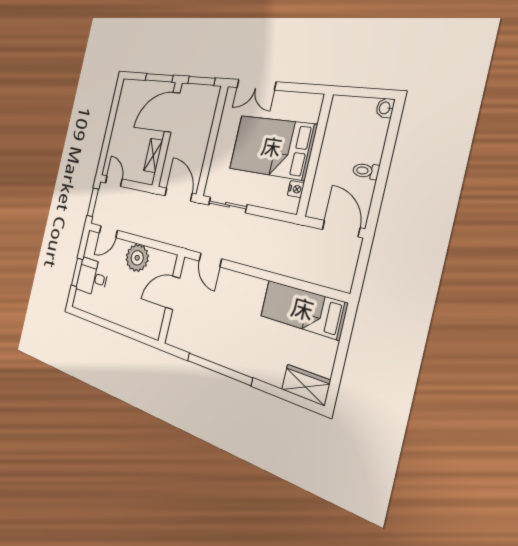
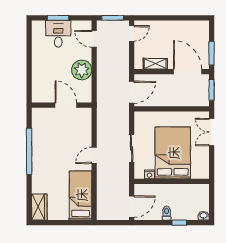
window: (388, 151) -> (179, 223), added
sliding door: (228, 205) -> (132, 148), moved
door: (210, 260) -> (94, 155), moved

